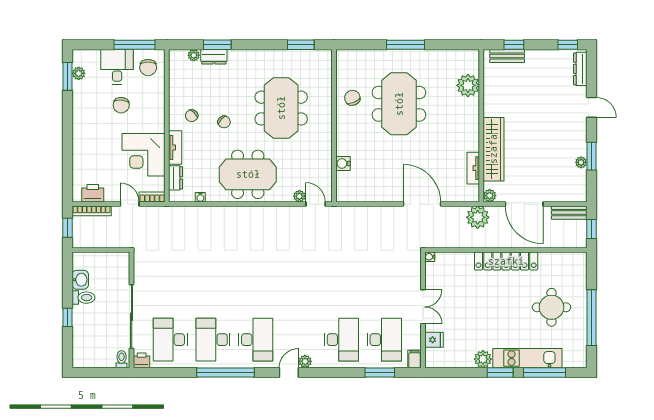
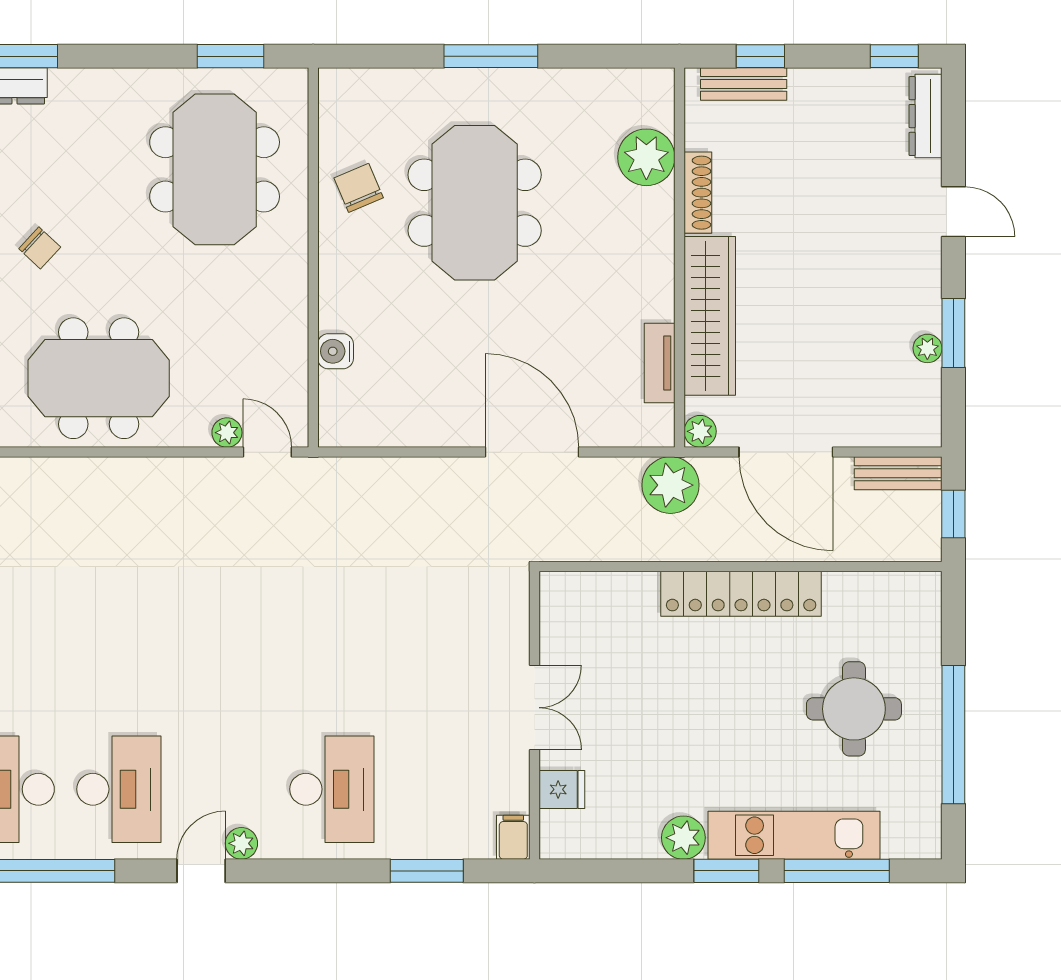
shoe rack: (489, 100) -> (698, 193), added
meeting table: (281, 108) -> (215, 169), moved
water cooler: (430, 257) -> (551, 583), removed
desk: (384, 340) -> (438, 789), removed

